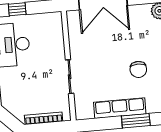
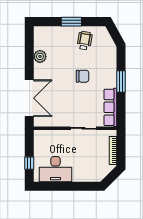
row of seats: (120, 108) -> (110, 107), moved

